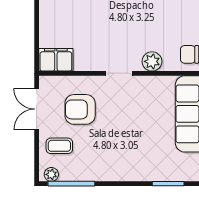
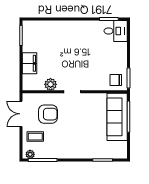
filing cabinet: (56, 60) -> (29, 63), moved, turned 90
plant: (152, 61) -> (51, 84), moved
armchair: (80, 109) -> (48, 114), turned 180

